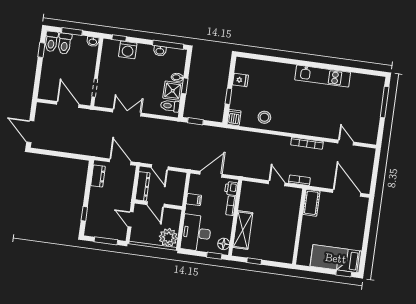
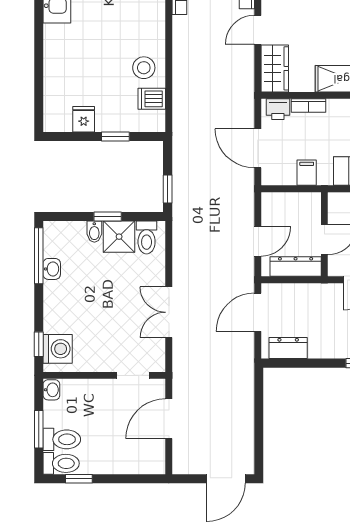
washing machine: (128, 50) -> (58, 349), moved
dishwasher: (234, 118) -> (152, 99), moved
wardrobe: (254, 190) -> (275, 68), added

